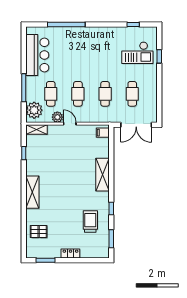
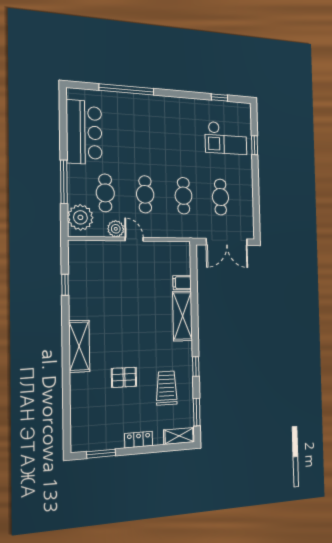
shelving: (36, 130) -> (179, 436), moved
filing cabinet: (103, 133) -> (182, 283), moved
pallet: (39, 232) -> (124, 377), moved

